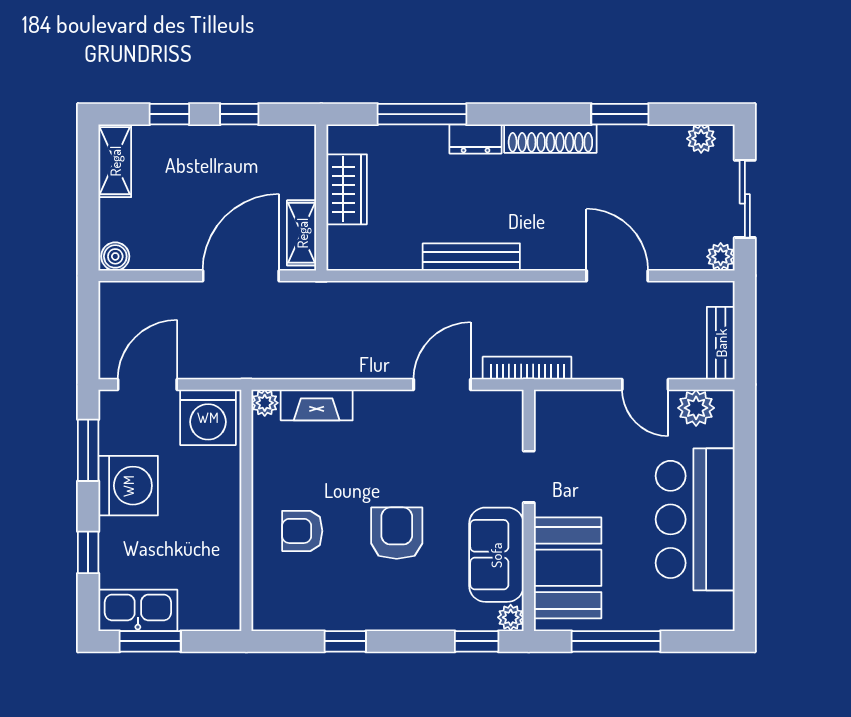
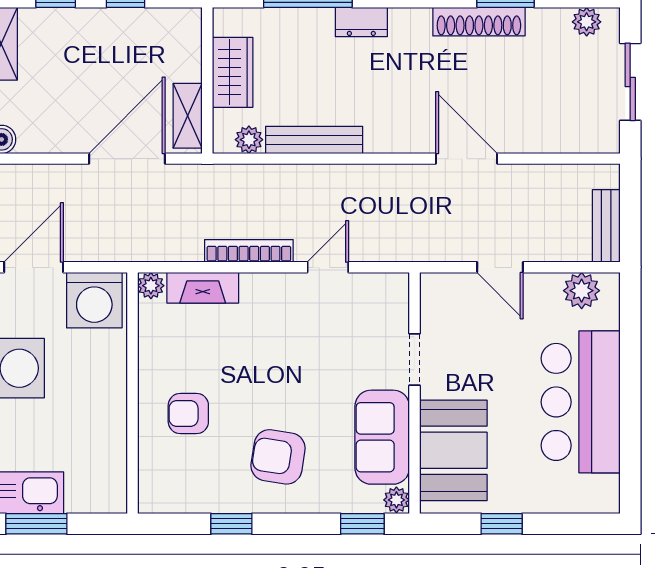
shoe rack: (550, 139) -> (479, 22), moved
bench: (471, 257) -> (314, 140), moved
plant: (721, 257) -> (249, 140), moved
door: (617, 276) -> (467, 159), moved
bookcase: (527, 368) -> (249, 251), moved
door: (442, 385) -> (328, 267), width x0.73
door: (645, 385) -> (500, 267), moved
armchair: (397, 533) -> (278, 457), moved, turned -81
window: (616, 641) -> (502, 524), width x0.46

